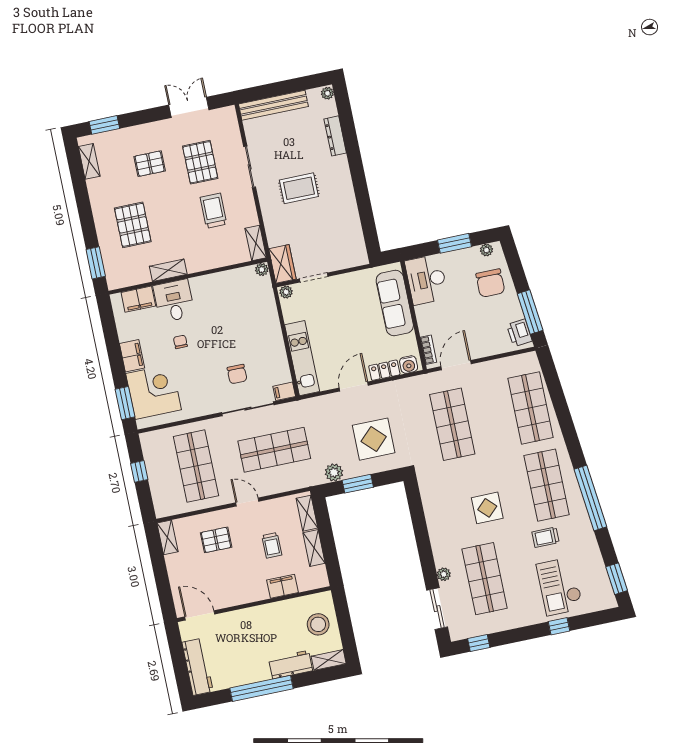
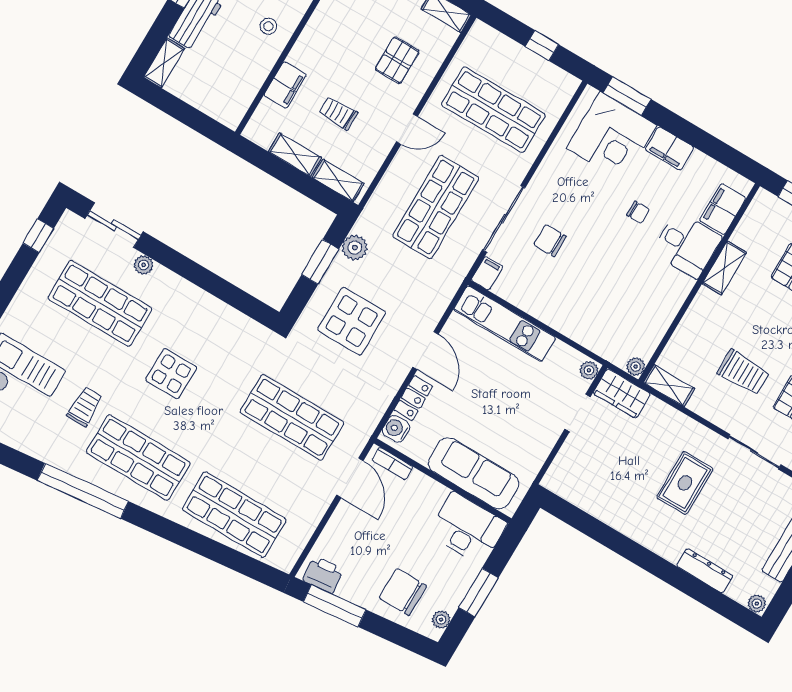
stool: (318, 624) -> (268, 26), moved, width x0.53, depth x0.53

